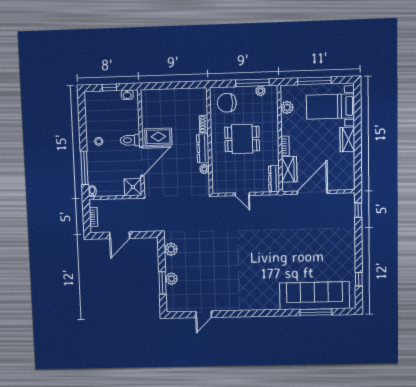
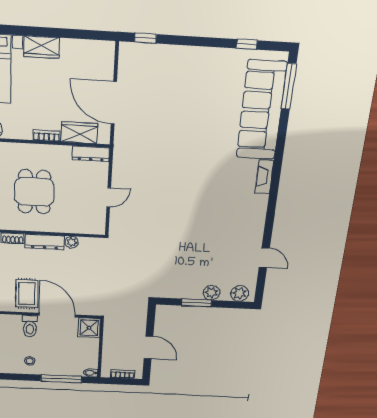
plant: (171, 249) -> (240, 293), moved
window: (162, 283) -> (196, 303), moved
fireplace: (267, 305) -> (264, 177), added
window: (316, 312) -> (289, 86), moved

